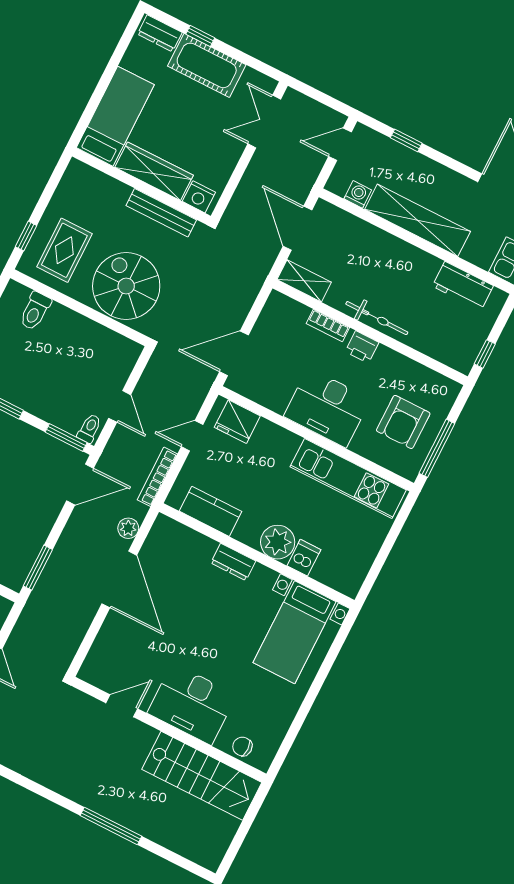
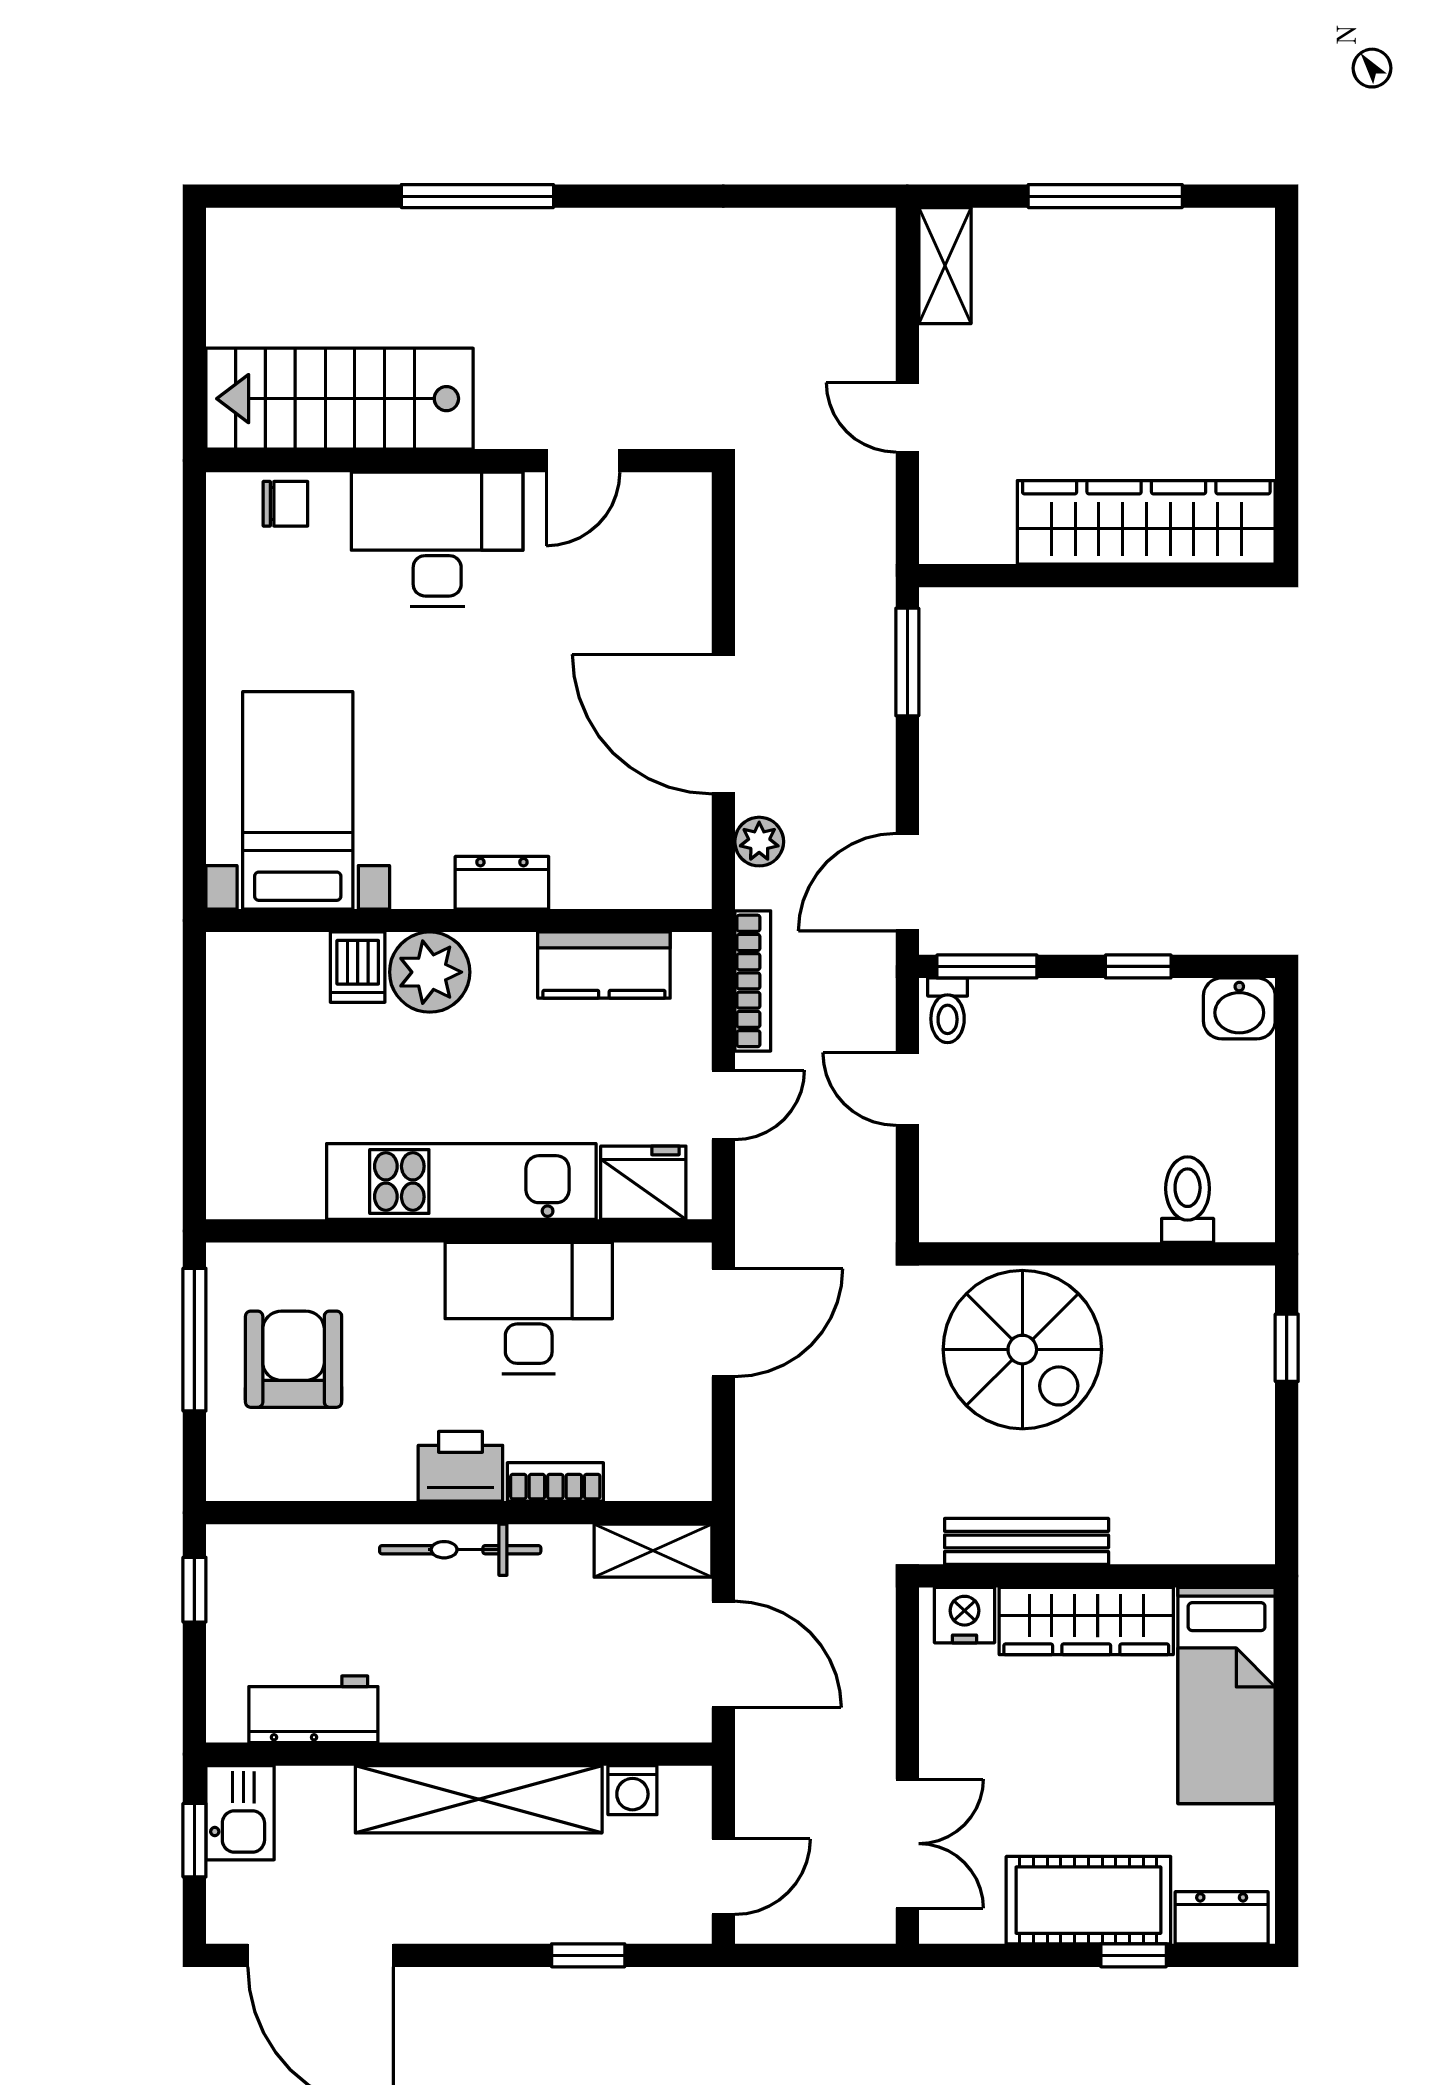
rug: (64, 250) -> (1191, 1359), removed
printer: (362, 347) -> (460, 1466), width x1.36, depth x1.24
desk: (327, 408) -> (529, 1308), moved
kitchen unit: (348, 478) -> (461, 1181), moved

